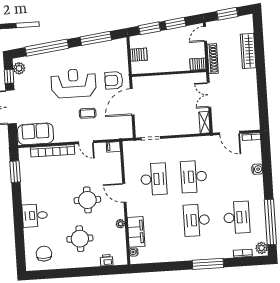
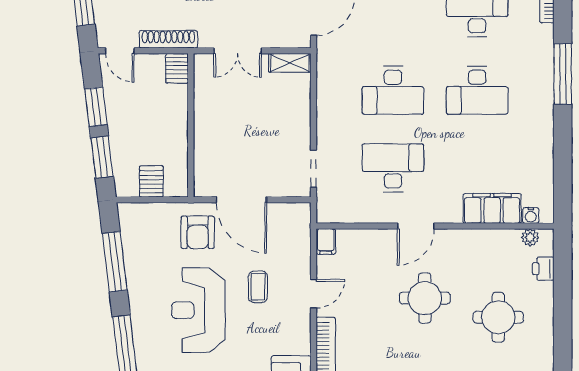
plant: (120, 224) -> (530, 237), moved

